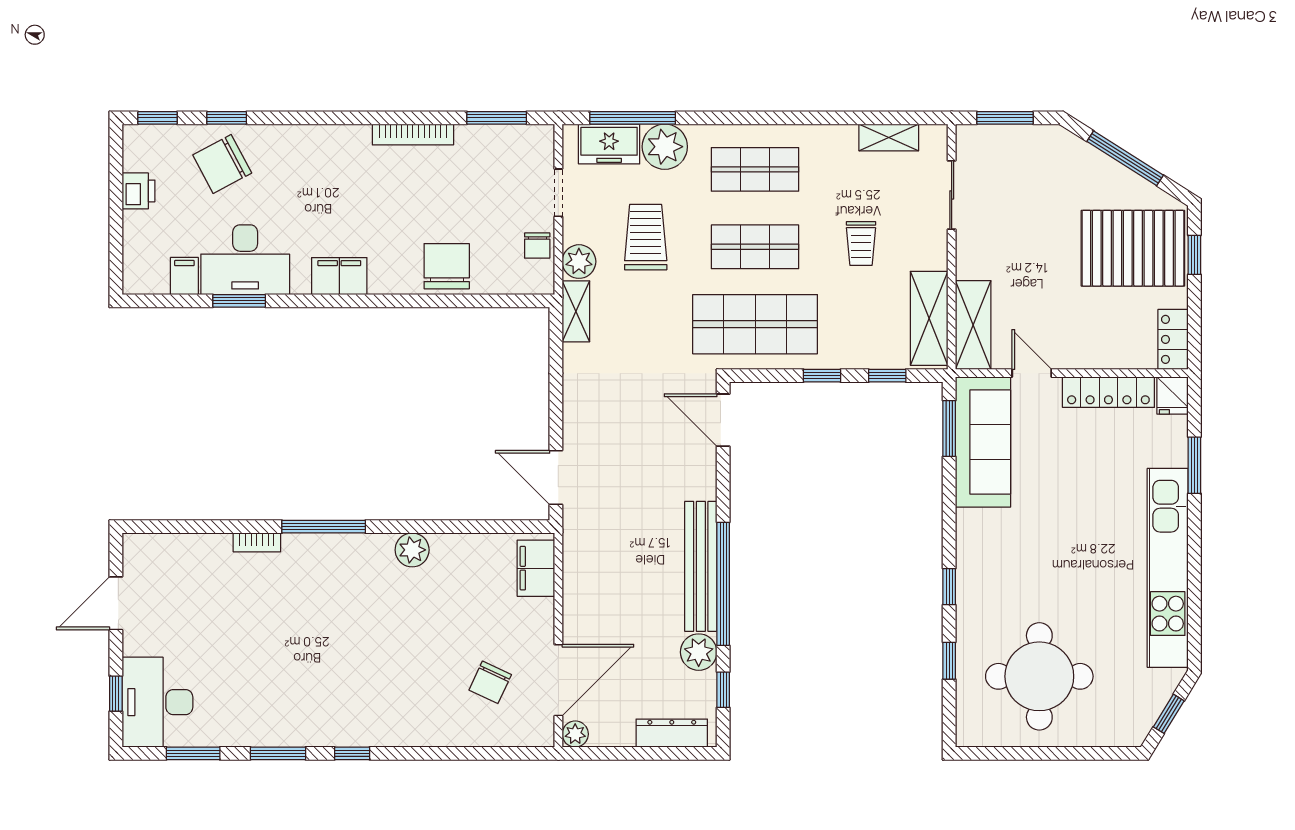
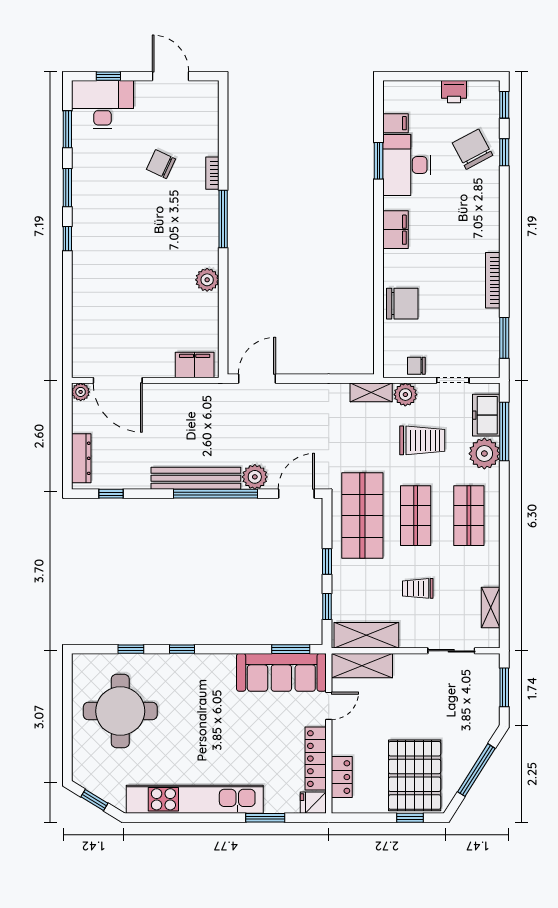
locker: (1173, 339) -> (342, 777), moved, turned 90
window: (723, 584) -> (216, 494), moved
plant: (699, 652) -> (255, 477), moved
chair: (490, 682) -> (161, 164), moved

